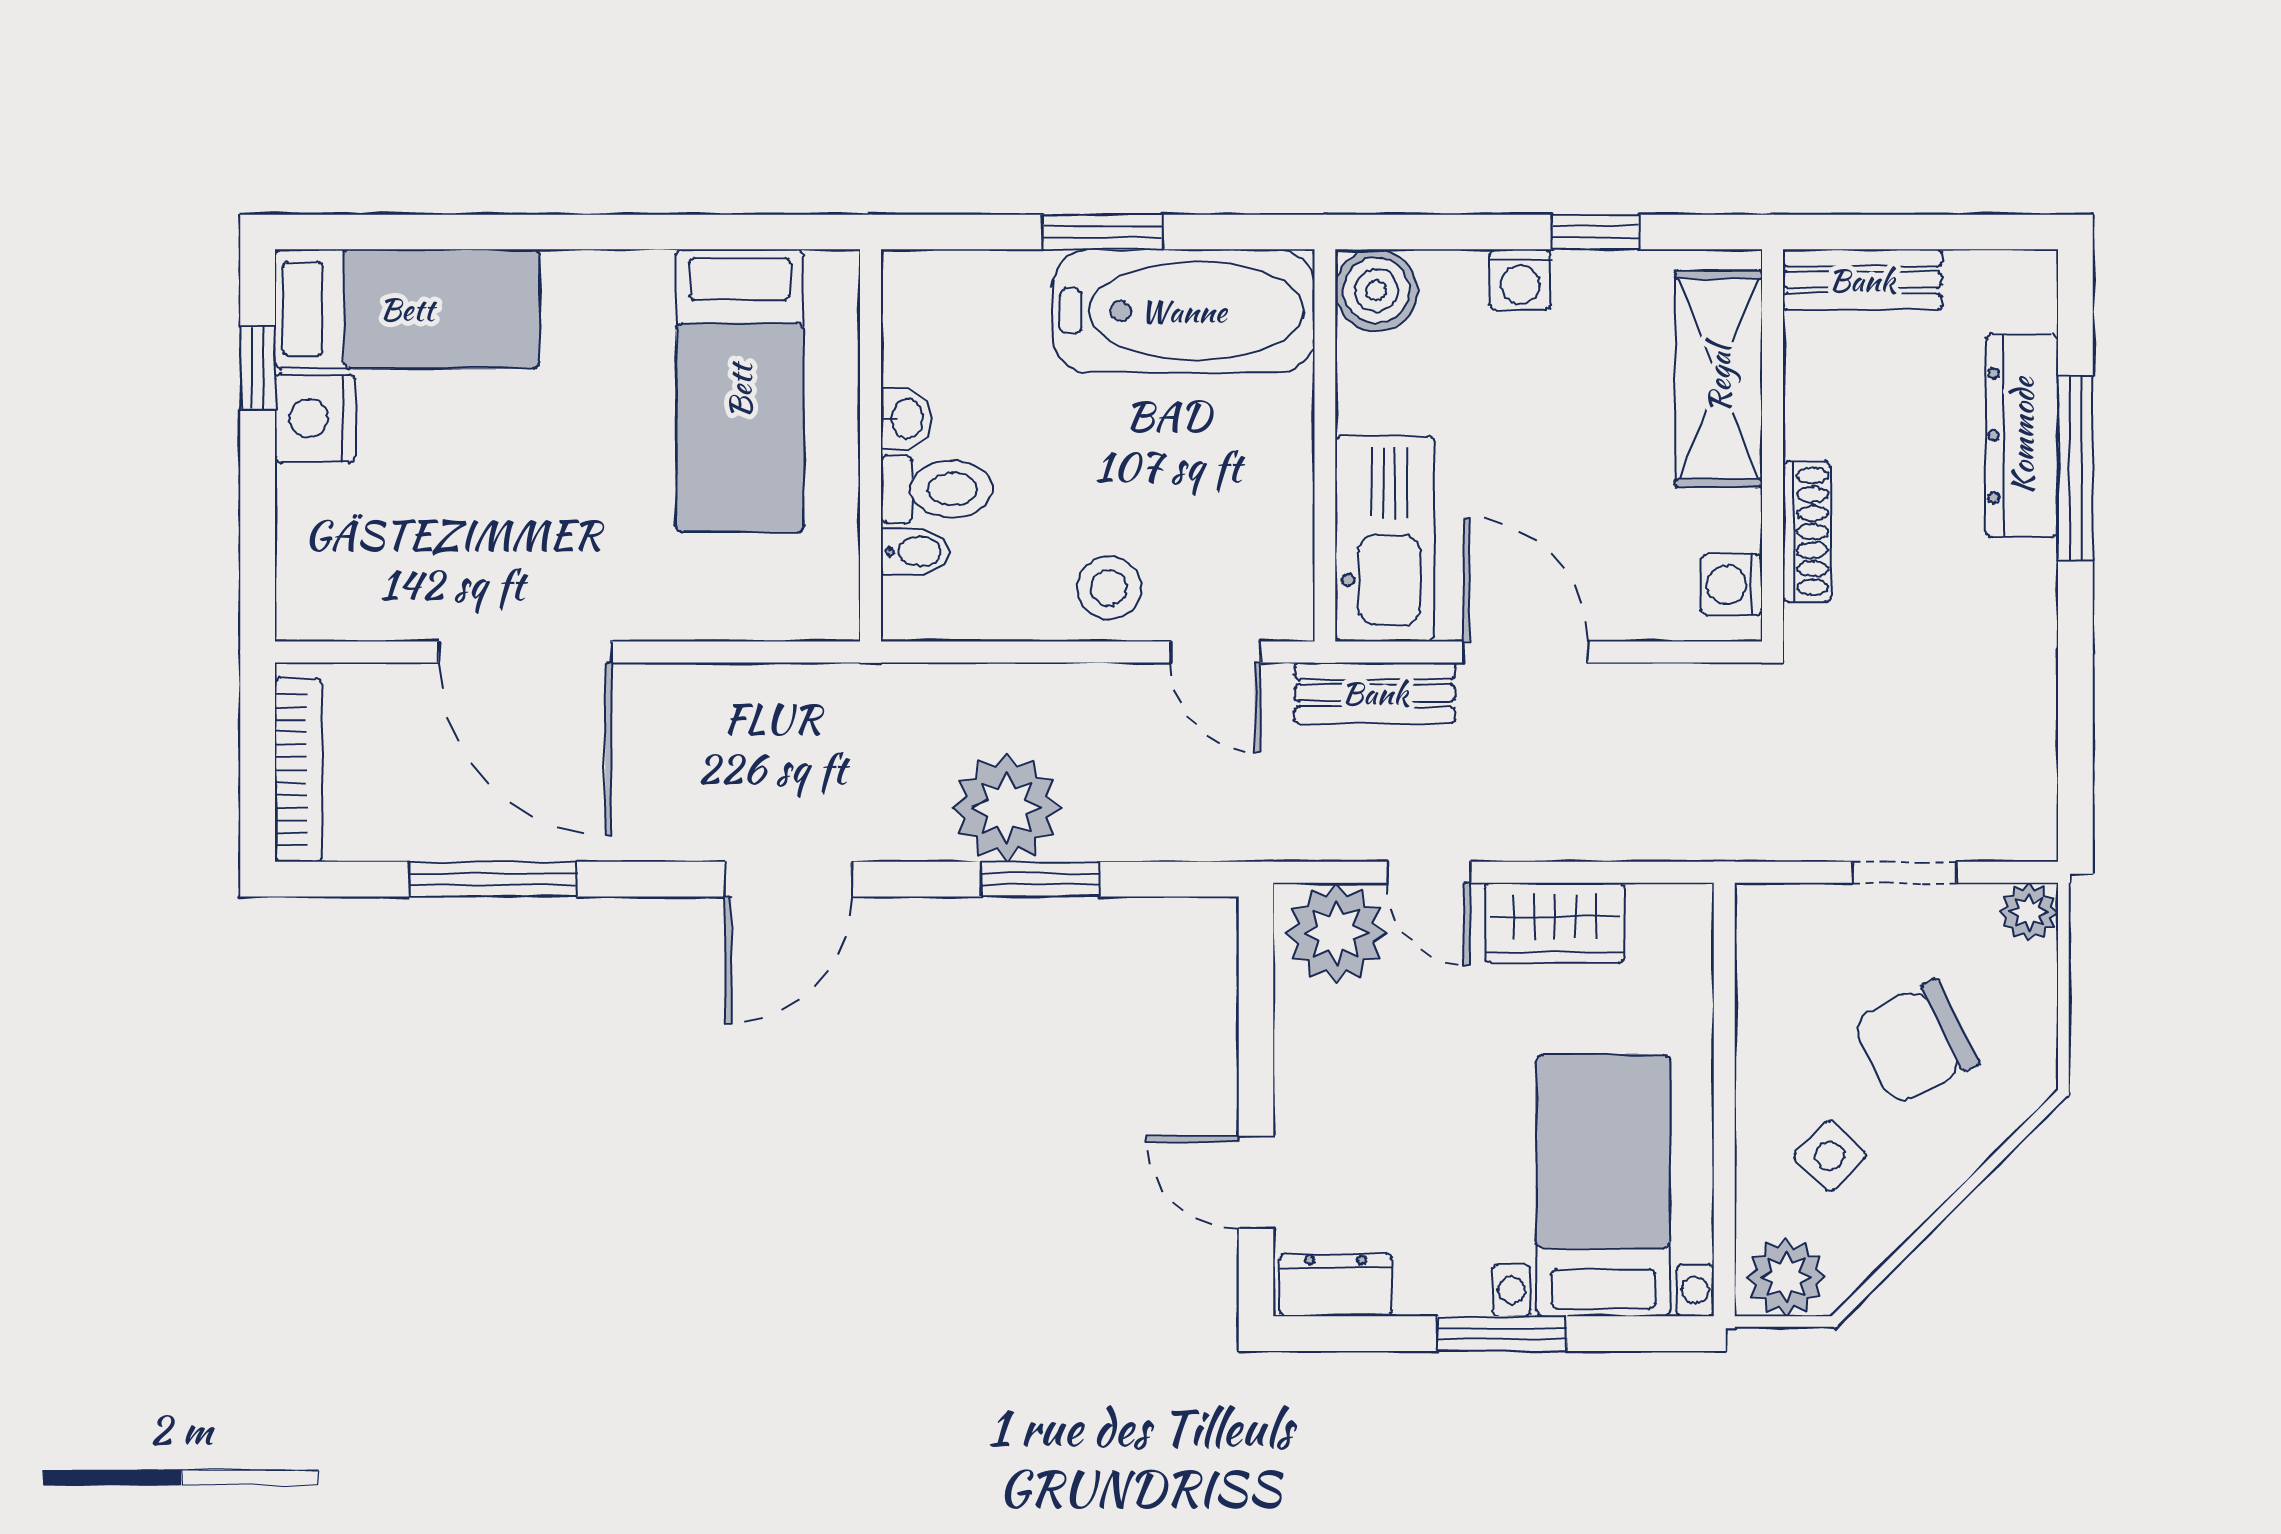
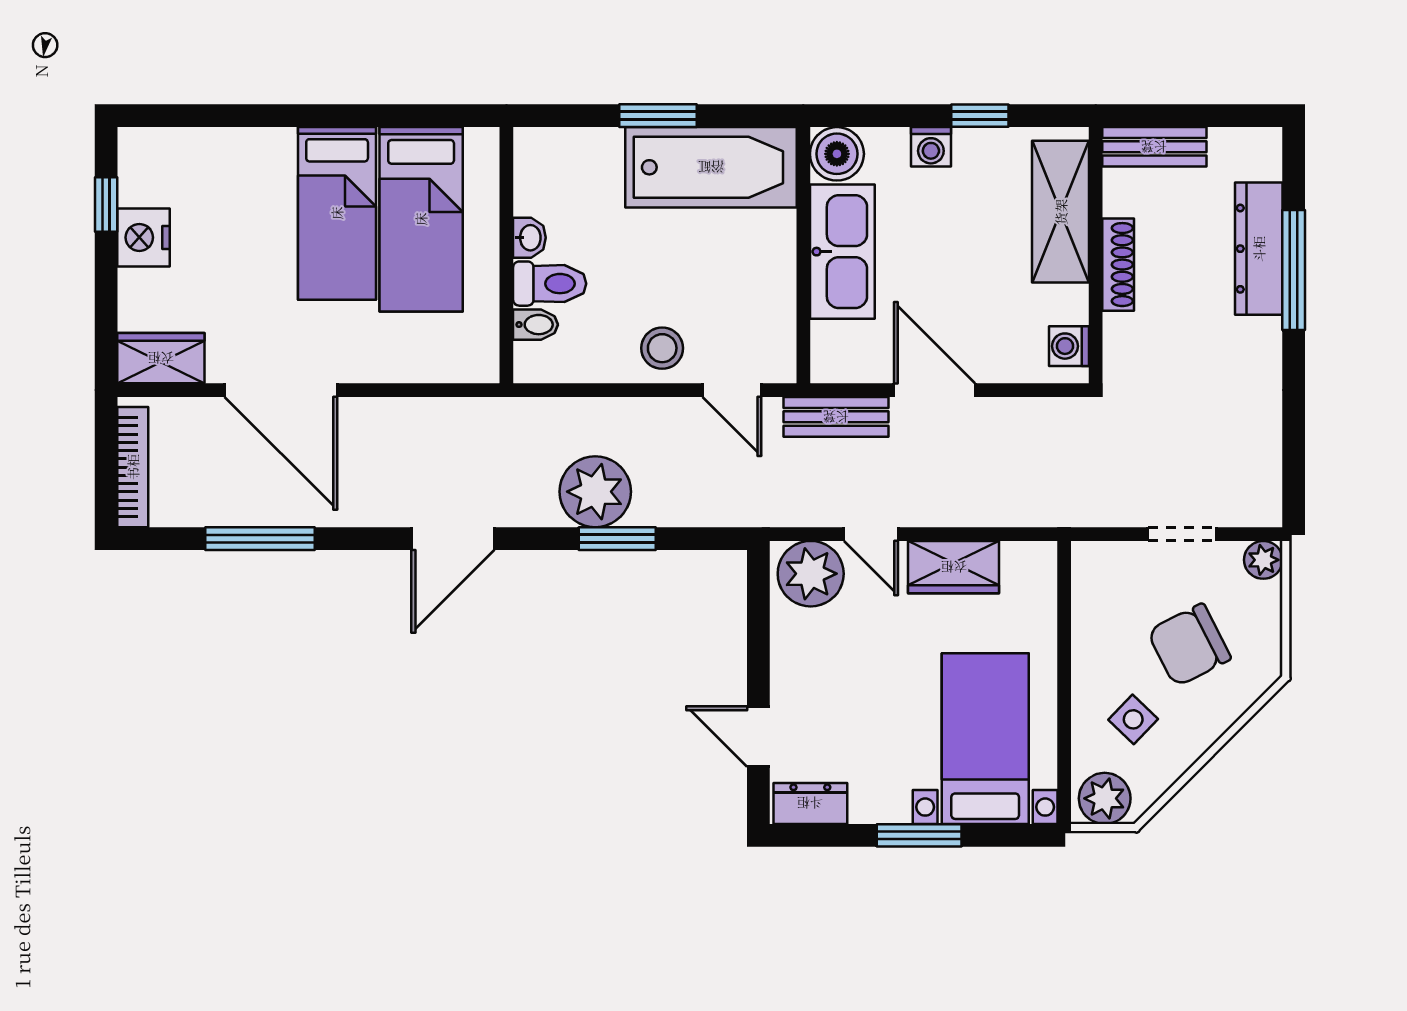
bed: (407, 309) -> (337, 213), moved, turned 90
shoe rack: (1807, 532) -> (1118, 265), moved
kitchen sink: (1385, 539) -> (842, 252), moved
wardrobe: (341, 603) -> (161, 358), added

